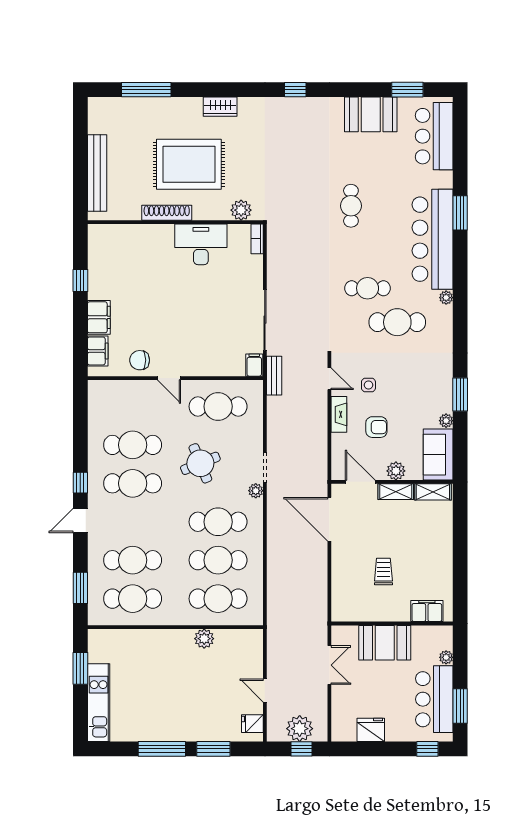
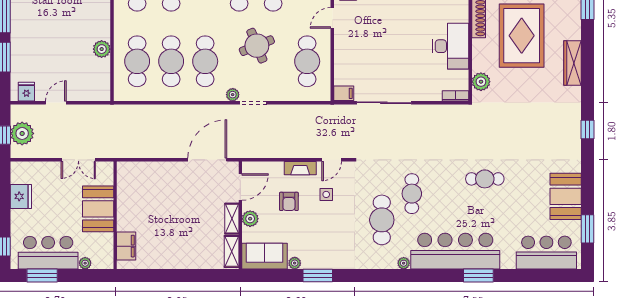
wardrobe: (220, 107) -> (573, 63), width x1.50
bench: (274, 376) -> (334, 111), removed
trolley: (383, 571) -> (161, 208), removed

